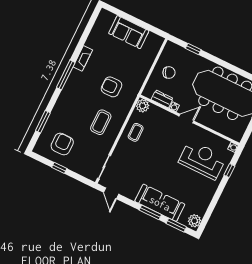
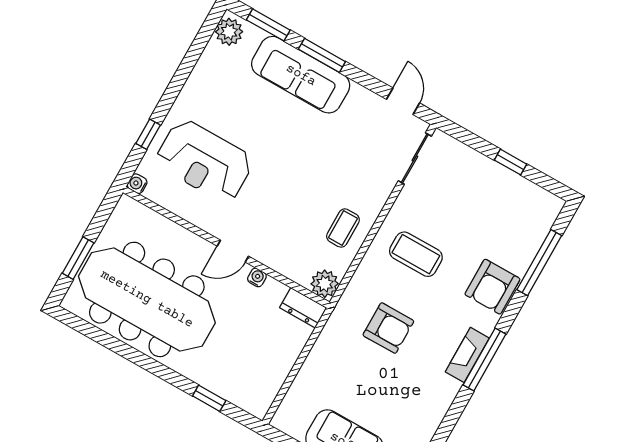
fireplace: (83, 58) -> (467, 355), moved
chair: (169, 73) -> (264, 351), removed
dresser: (162, 99) -> (303, 308), moved
window: (43, 122) -> (539, 263), width x1.44
coffee table: (101, 122) -> (416, 254), turned 90
armchair: (62, 144) -> (492, 287), moved

